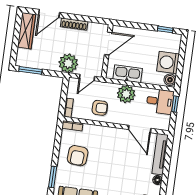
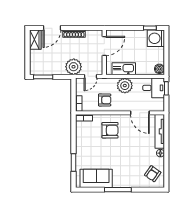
wardrobe: (26, 31) -> (35, 40), width x0.67
washing machine: (168, 62) -> (156, 38), moved
armchair: (78, 156) -> (110, 130), moved, turned -94

